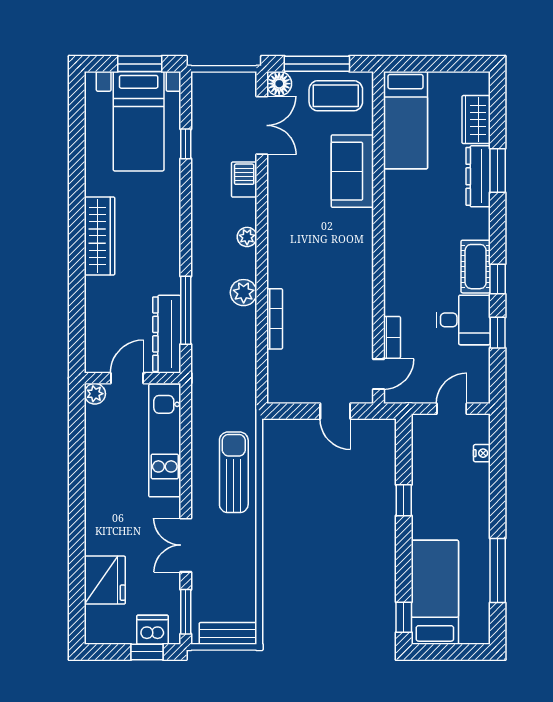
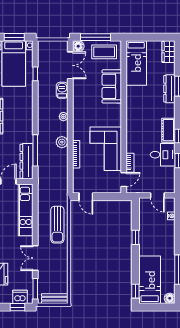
wardrobe: (476, 120) -> (169, 52), moved
corner sofa: (339, 307) -> (106, 149), added
door: (452, 409) -> (157, 195), swing flipped
door: (335, 411) -> (86, 197), moved
sun lounger: (234, 472) -> (57, 225), turned 180
floor lamp: (478, 633) -> (170, 298), added

